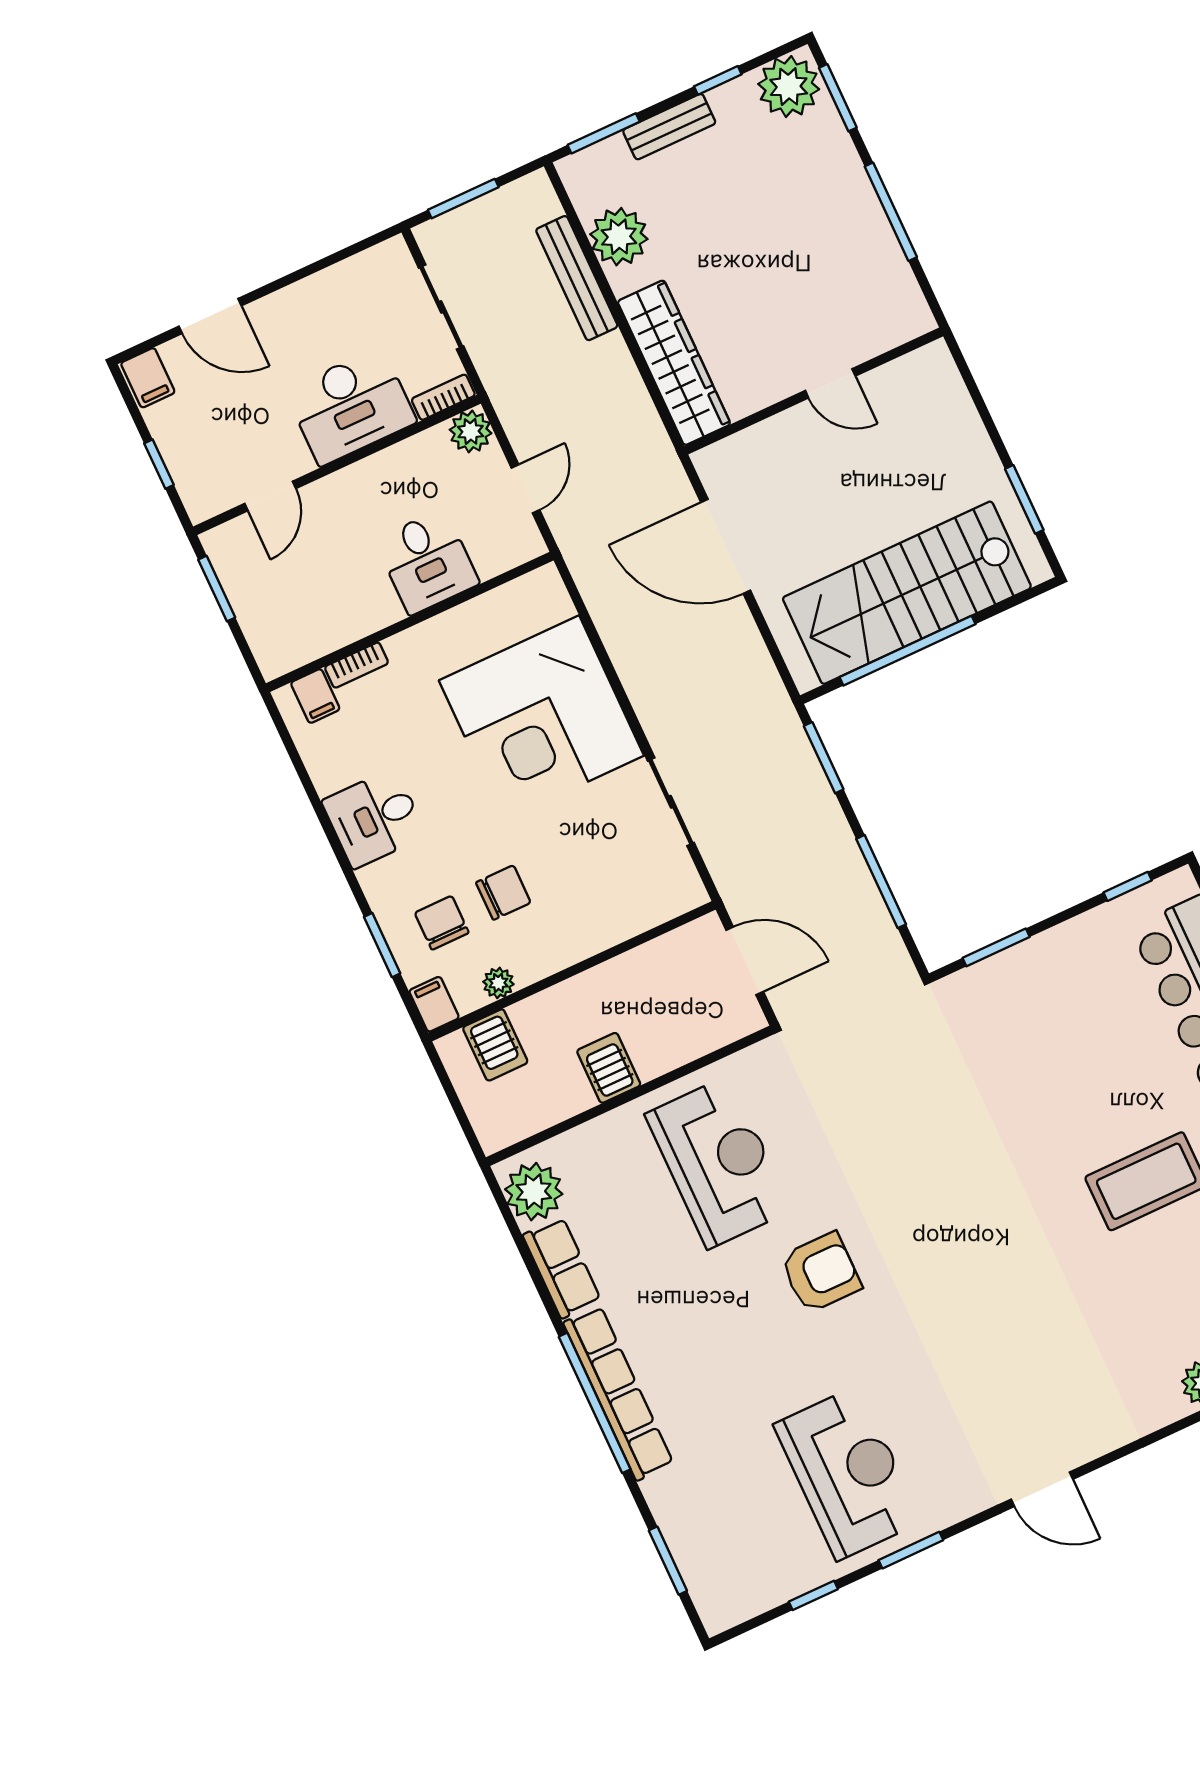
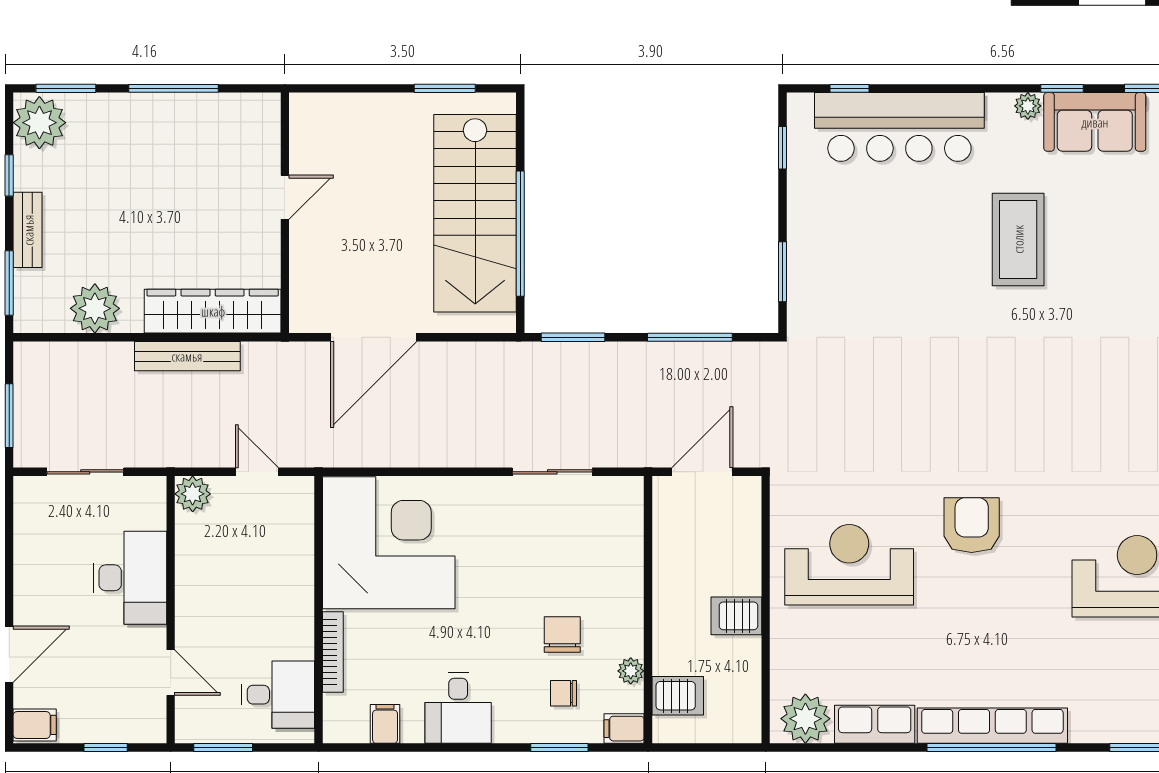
bench: (577, 278) -> (187, 356), moved
bookcase: (443, 397) -> (156, 503), removed
desk: (427, 562) -> (278, 695), moved
bookcase: (356, 665) -> (333, 652), width x1.56
filing cabinet: (315, 696) -> (385, 724), moved, turned -90
corner desk: (541, 718) -> (389, 543), moved, turned -90
chair: (442, 923) -> (564, 693), width x0.73, depth x0.73

